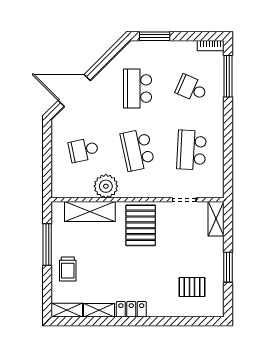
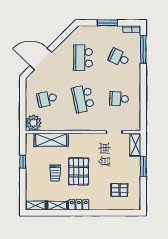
window: (155, 36) -> (107, 23), moved
school desk: (192, 150) -> (119, 99), width x0.54
plant: (106, 186) -> (33, 123), moved
pallet: (141, 225) -> (79, 171), moved
window: (47, 244) -> (23, 162), width x0.46
window: (228, 267) -> (143, 166), moved
trolley: (68, 269) -> (55, 173), moved

